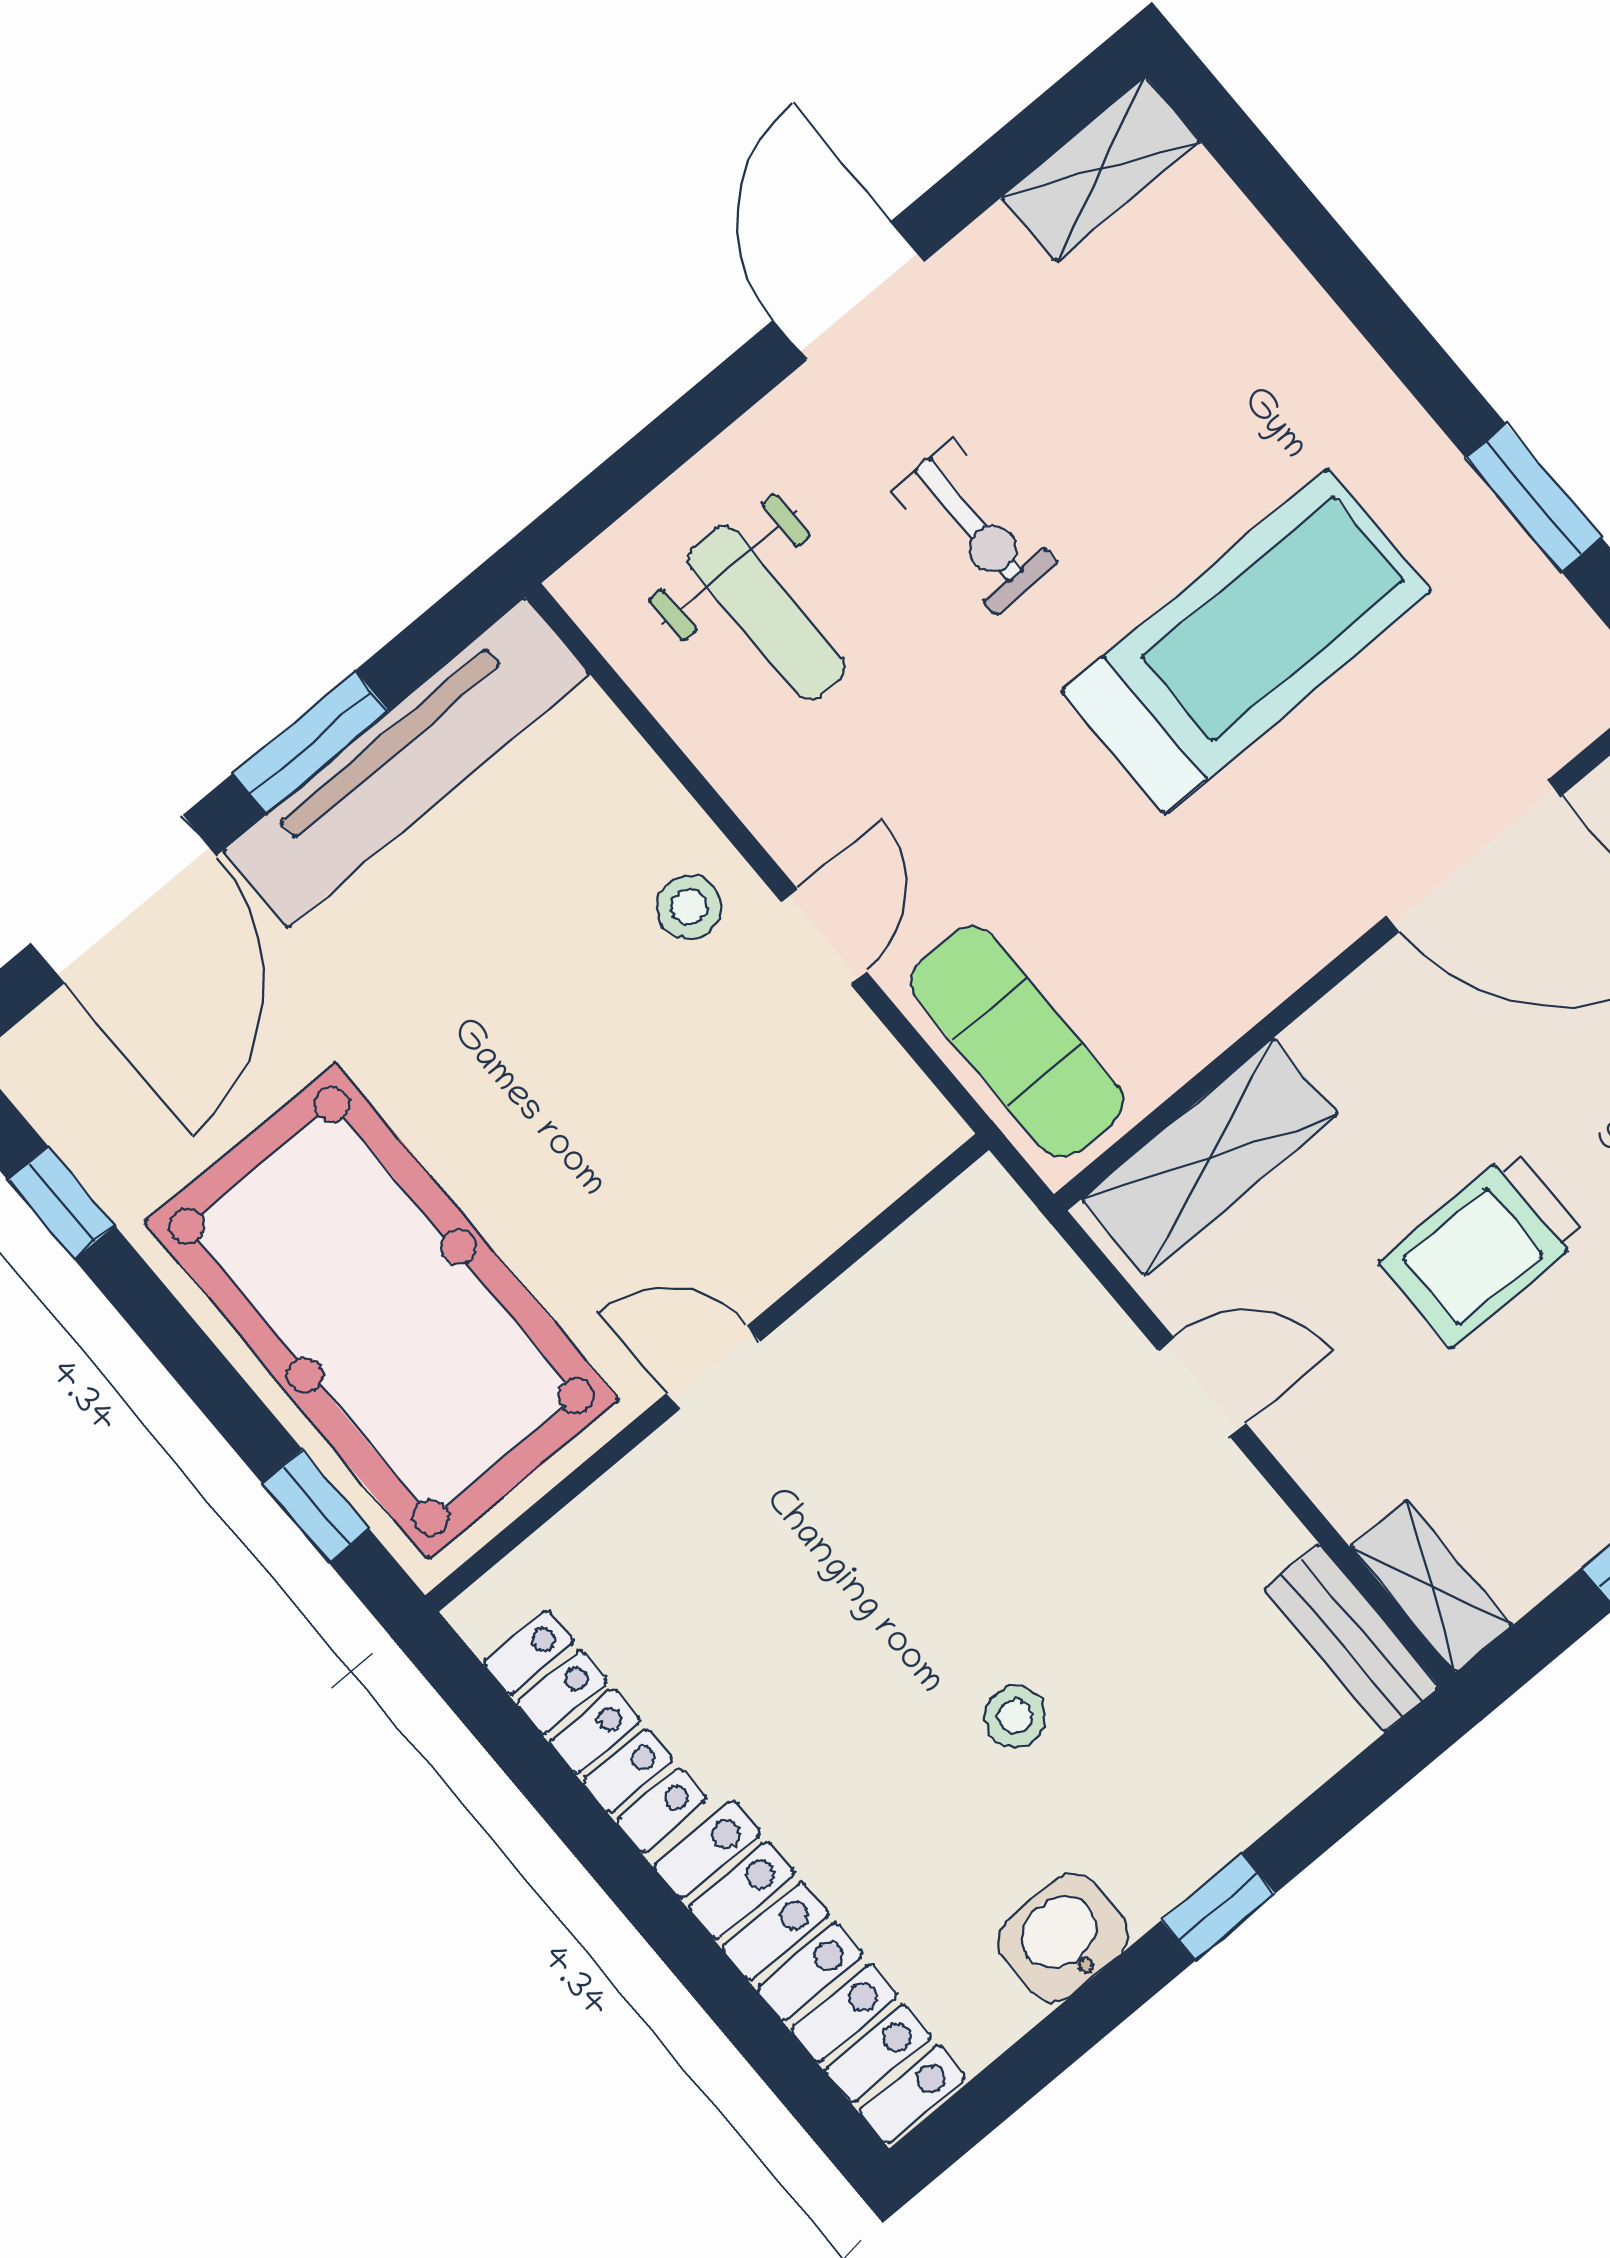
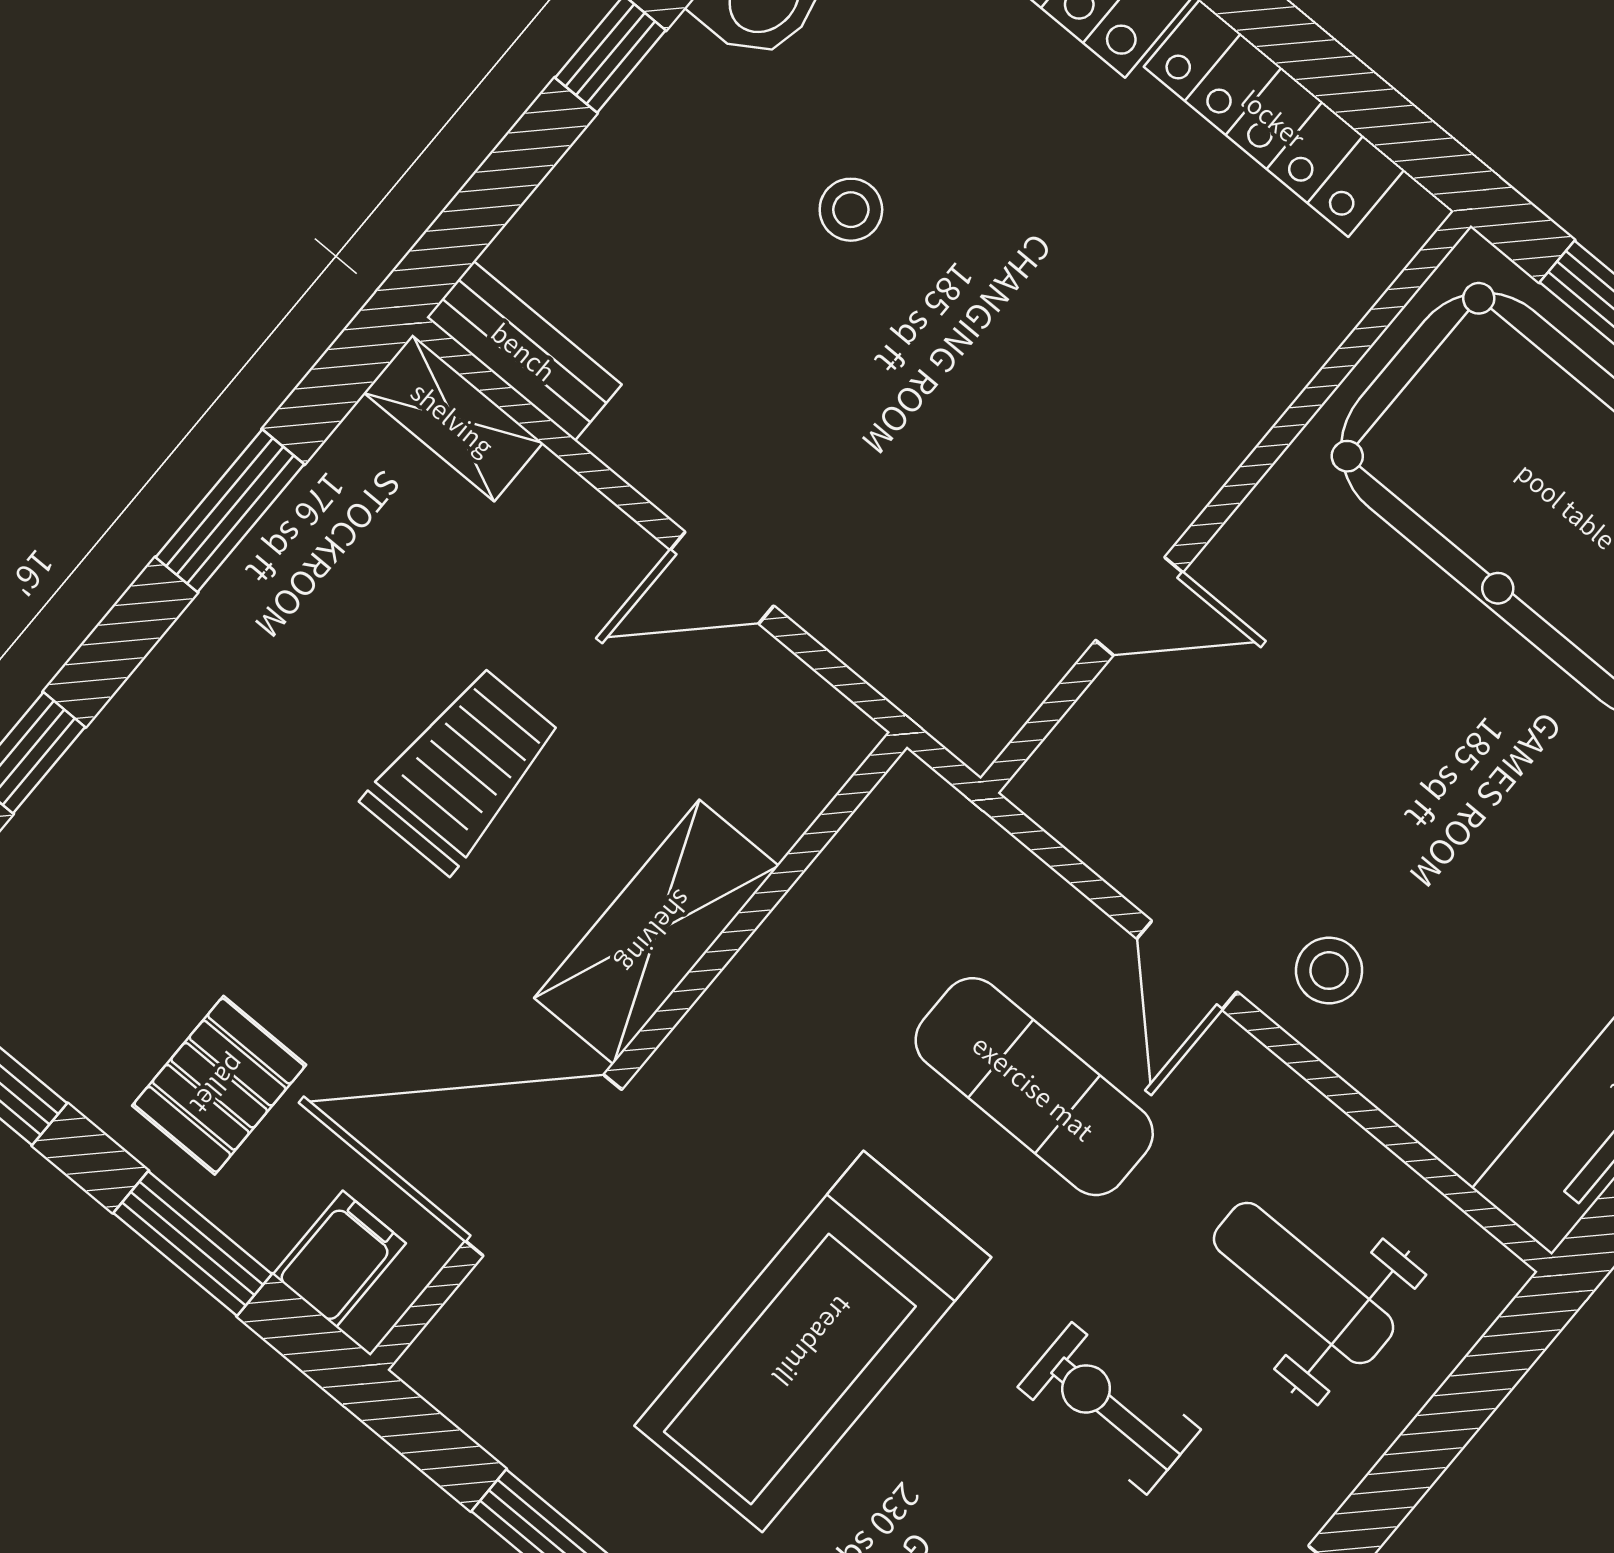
exercise mat: (1017, 1042) -> (1034, 1087), moved
shelving: (1209, 1157) -> (656, 932), moved
door: (713, 1368) -> (1139, 606), moved

